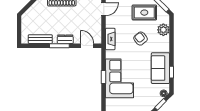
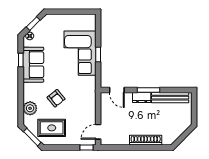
bench: (40, 39) -> (170, 98), width x1.36
fireplace: (110, 39) -> (90, 98), removed

